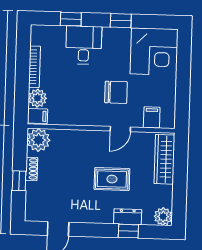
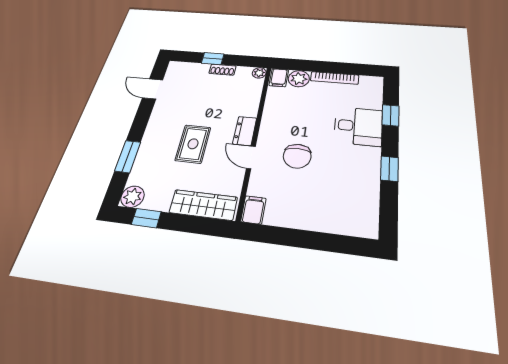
corner desk: (154, 51) -> (347, 205), removed
filing cabinet: (152, 117) -> (253, 210), moved, turned -90
plant: (38, 140) -> (259, 73), width x0.53, depth x0.53
window: (179, 201) -> (146, 218), added
dresser: (128, 217) -> (245, 131), moved, turned 180
window: (128, 231) -> (128, 156), width x1.50

